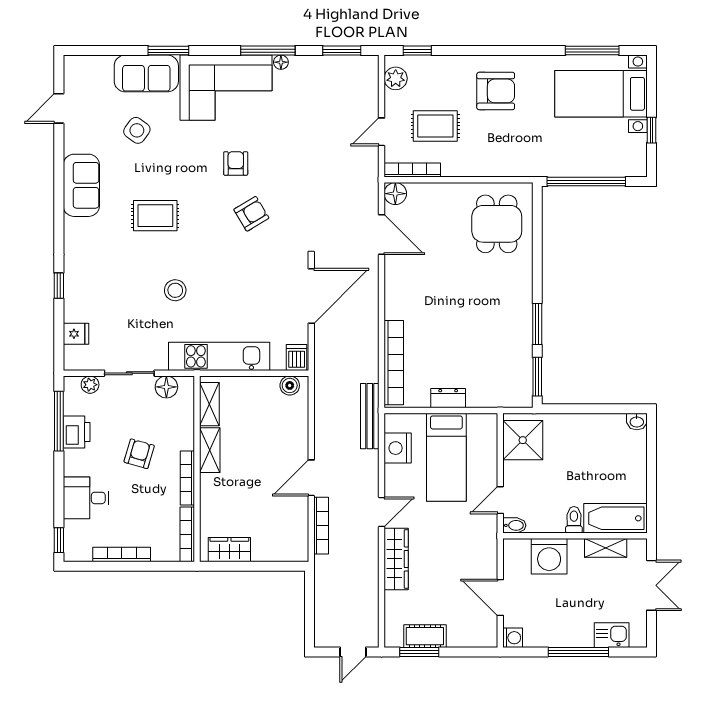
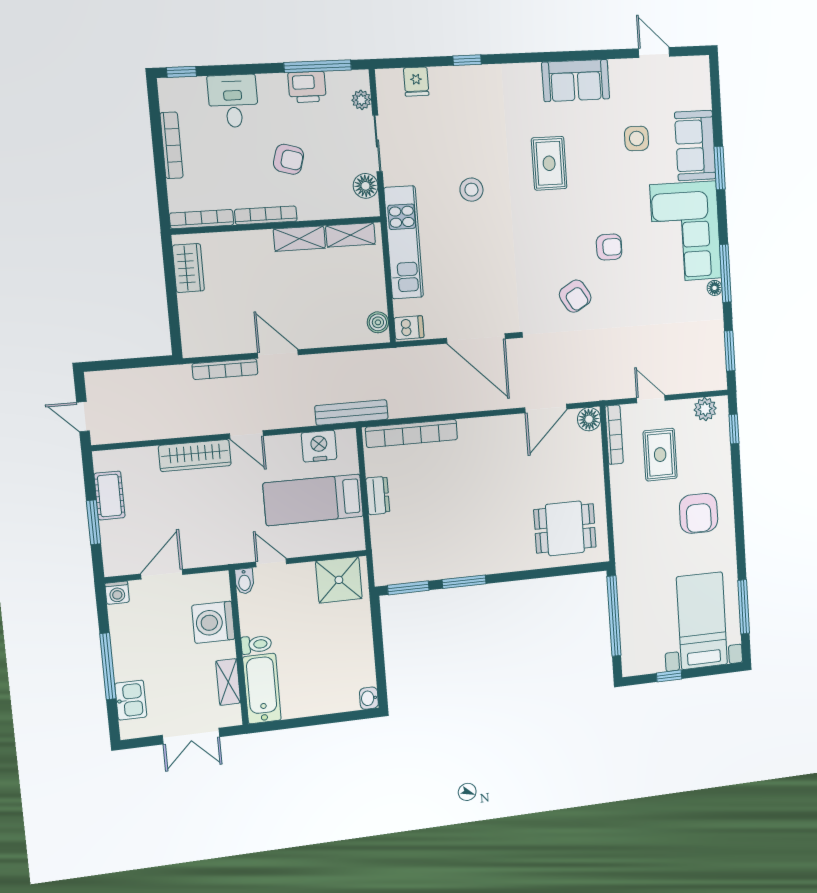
side table: (137, 130) -> (637, 138), turned -36
armchair: (251, 214) -> (575, 296), moved
window: (419, 652) -> (94, 522), moved

